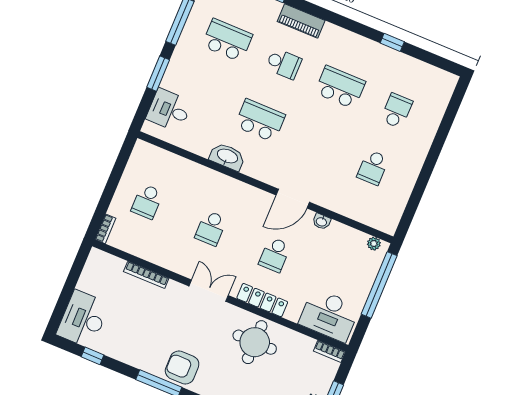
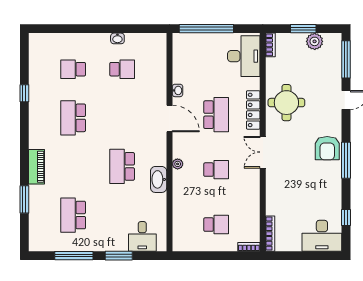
school desk: (284, 64) -> (73, 166), removed
washbasin: (411, 177) -> (117, 38), added
plant: (374, 244) -> (178, 164), moved
school desk: (275, 255) -> (216, 115), width x1.85
bookcase: (146, 275) -> (270, 234), moved

